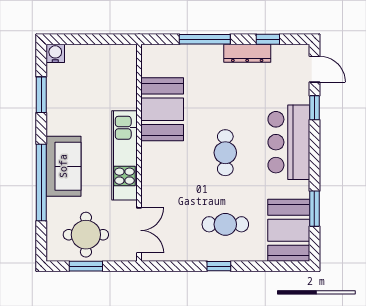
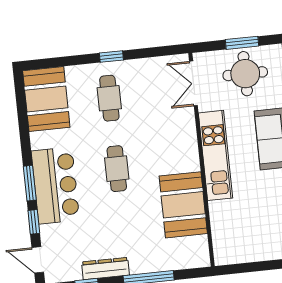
window: (314, 209) -> (30, 183), moved
cafe table: (225, 224) -> (109, 98), turned 90

